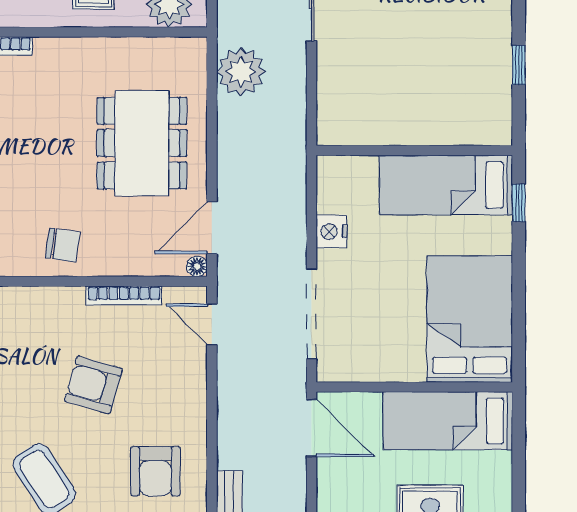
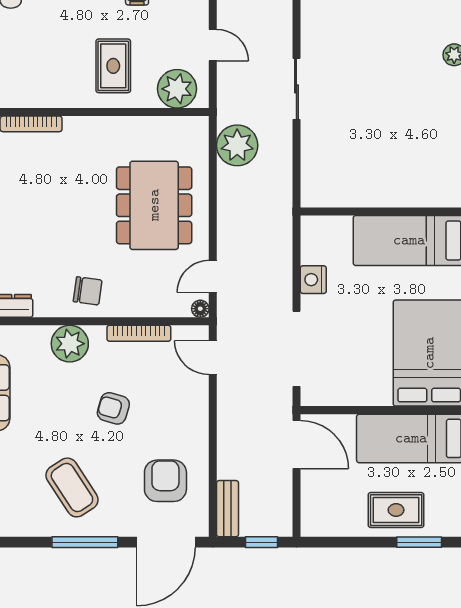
door: (212, 228) -> (213, 276), width x0.73
plant: (42, 308) -> (70, 344), added
armchair: (93, 385) -> (113, 408), width x0.72, depth x0.72
armchair: (155, 471) -> (165, 481), turned 180

